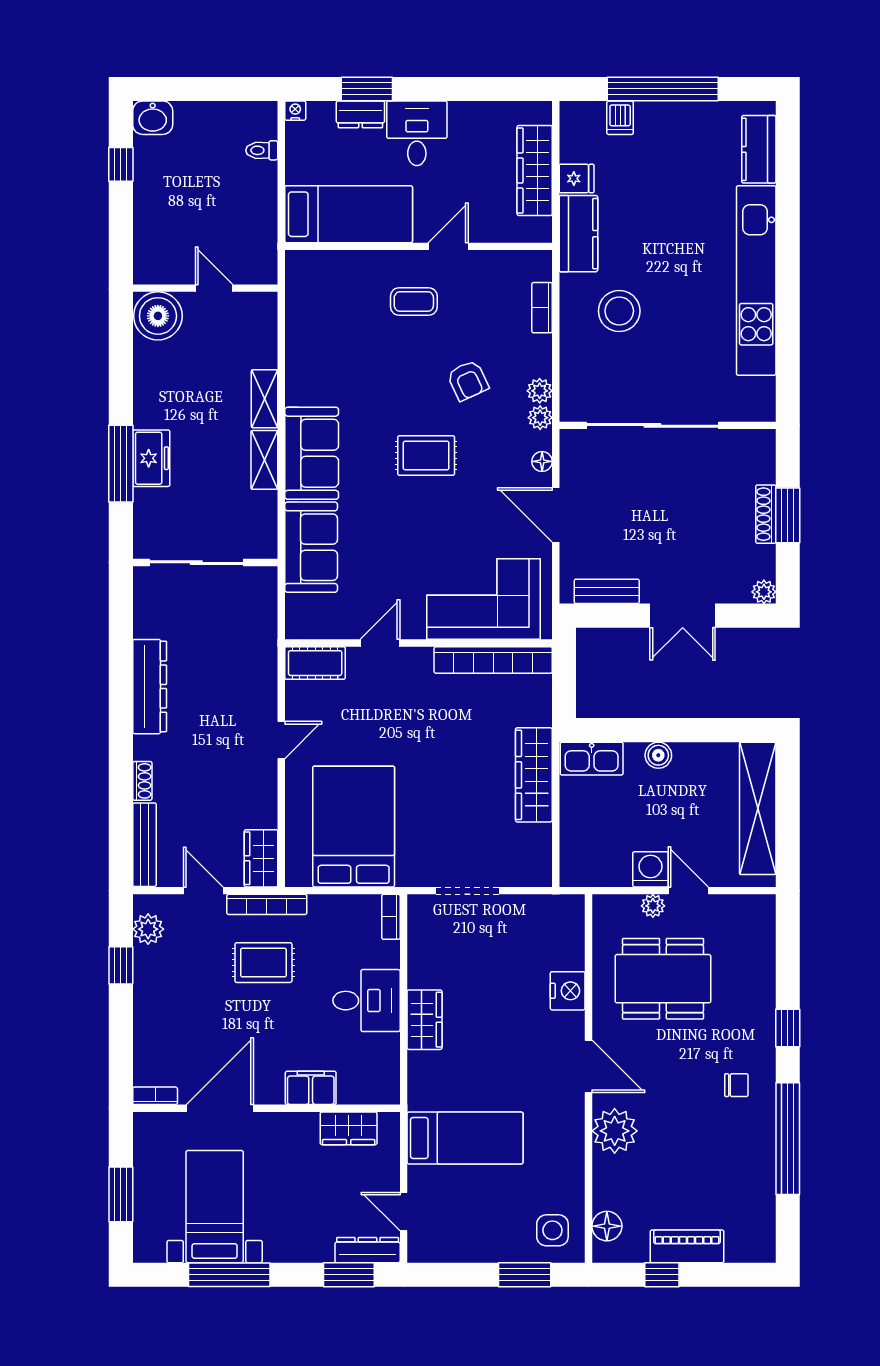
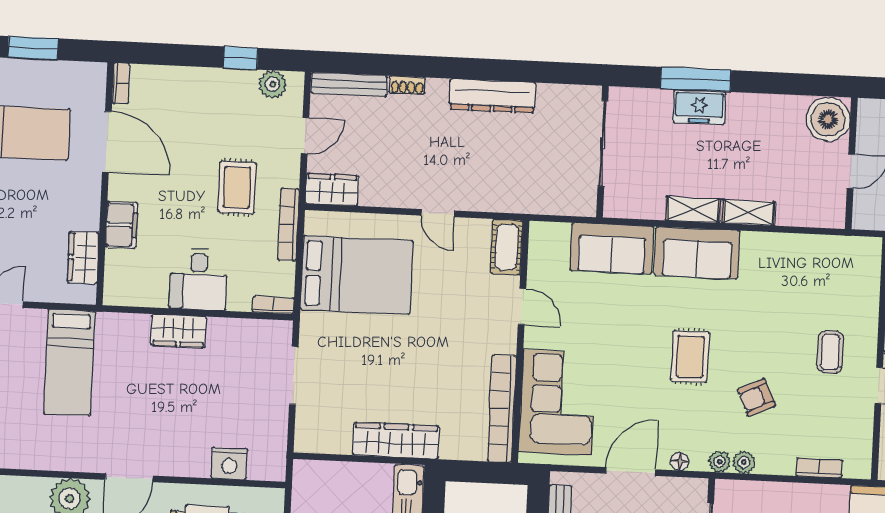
bookcase: (267, 904) -> (288, 224), moved
nightstand: (568, 991) -> (229, 463), moved

